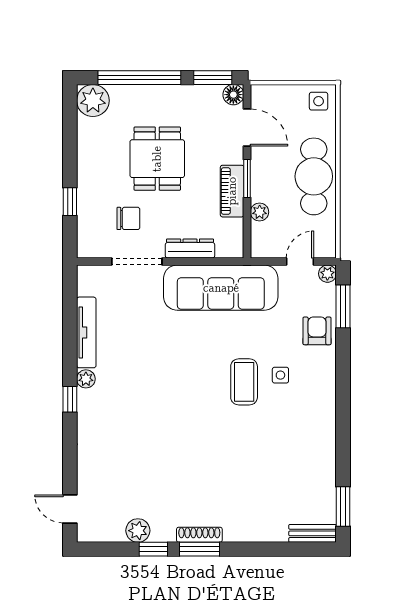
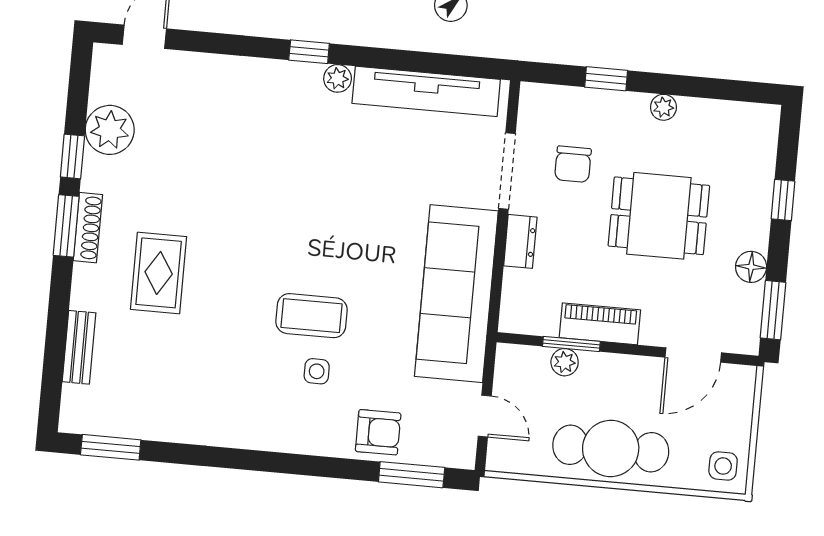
window: (139, 78) -> (783, 200), width x0.32
floor lamp: (233, 95) -> (751, 267), moved
plant: (93, 101) -> (663, 107), moved, width x0.53, depth x0.53
window: (247, 178) -> (571, 344), moved
dresser: (190, 248) -> (520, 241), width x0.70
plant: (327, 274) -> (463, 456), removed
tv unit: (86, 332) -> (426, 91), width x1.36, depth x1.29
rug: (225, 485) -> (159, 273), added
plant: (138, 531) -> (110, 130), width x1.36, depth x1.36
bench: (313, 533) -> (79, 347), moved

